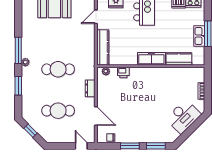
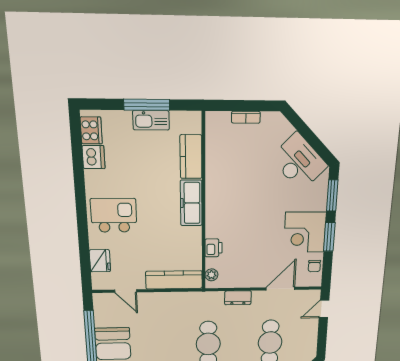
desk: (183, 117) -> (299, 162), moved
corner desk: (133, 130) -> (305, 232), added

